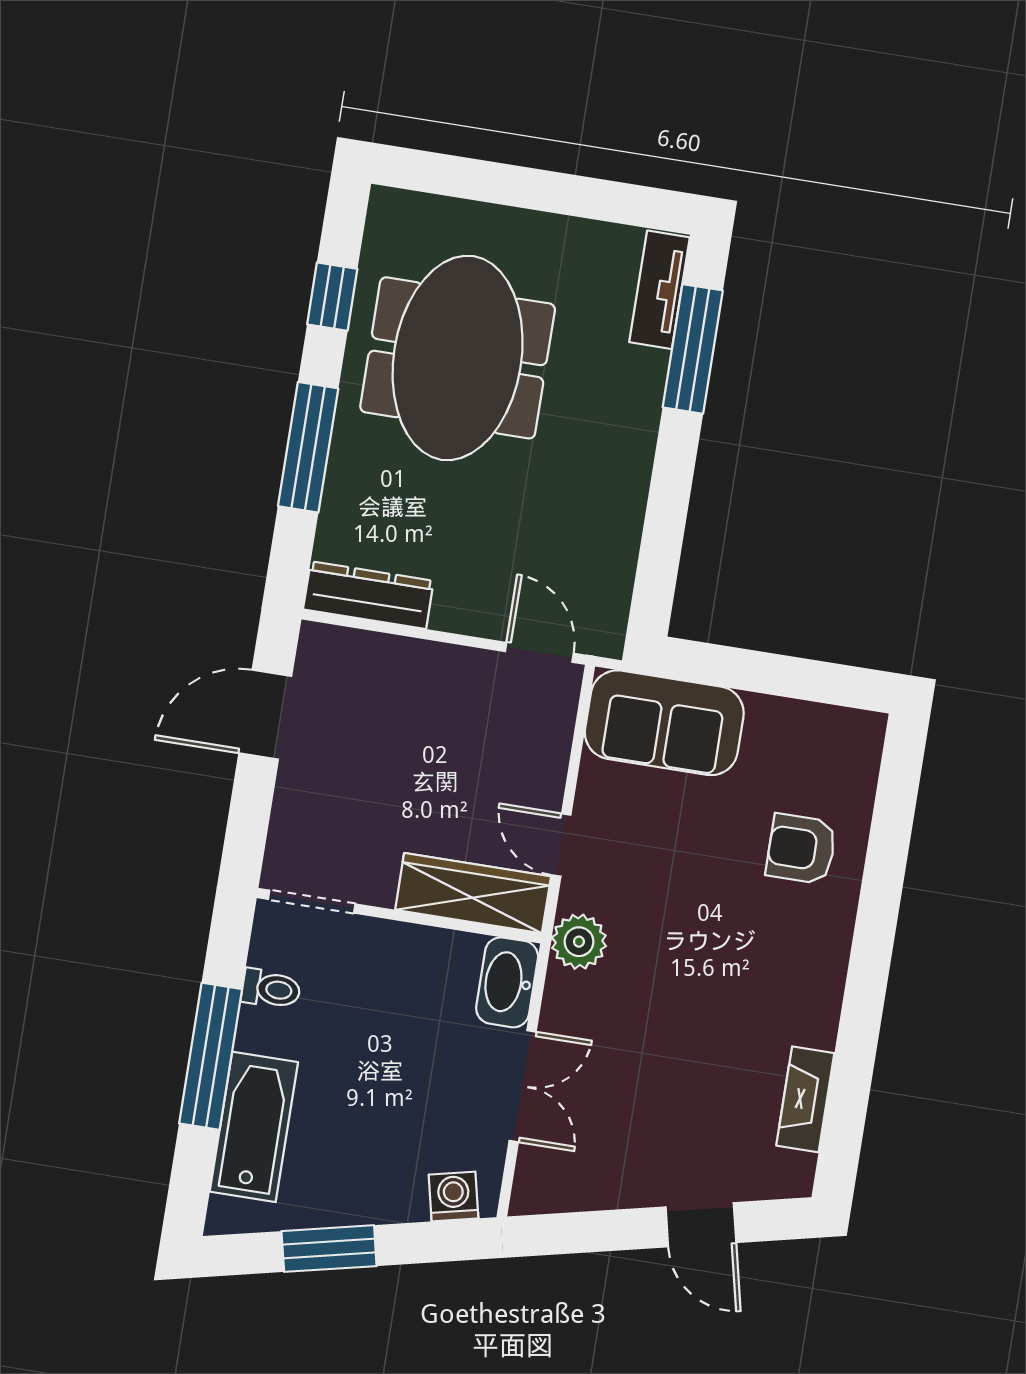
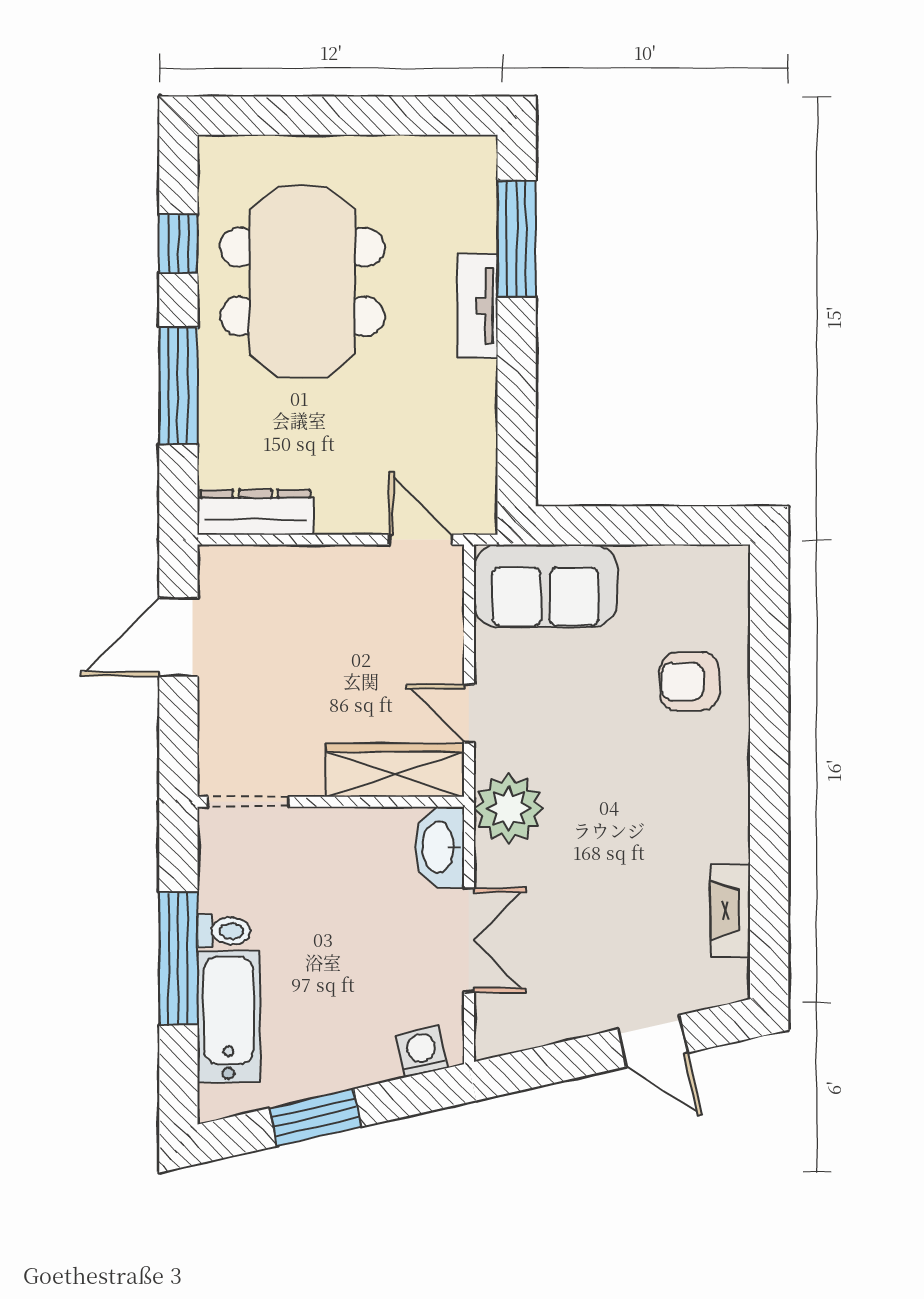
tv unit: (660, 290) -> (478, 306), moved
plant: (579, 942) -> (509, 809), width x1.36, depth x1.36
toilet: (271, 989) -> (224, 931), moved

